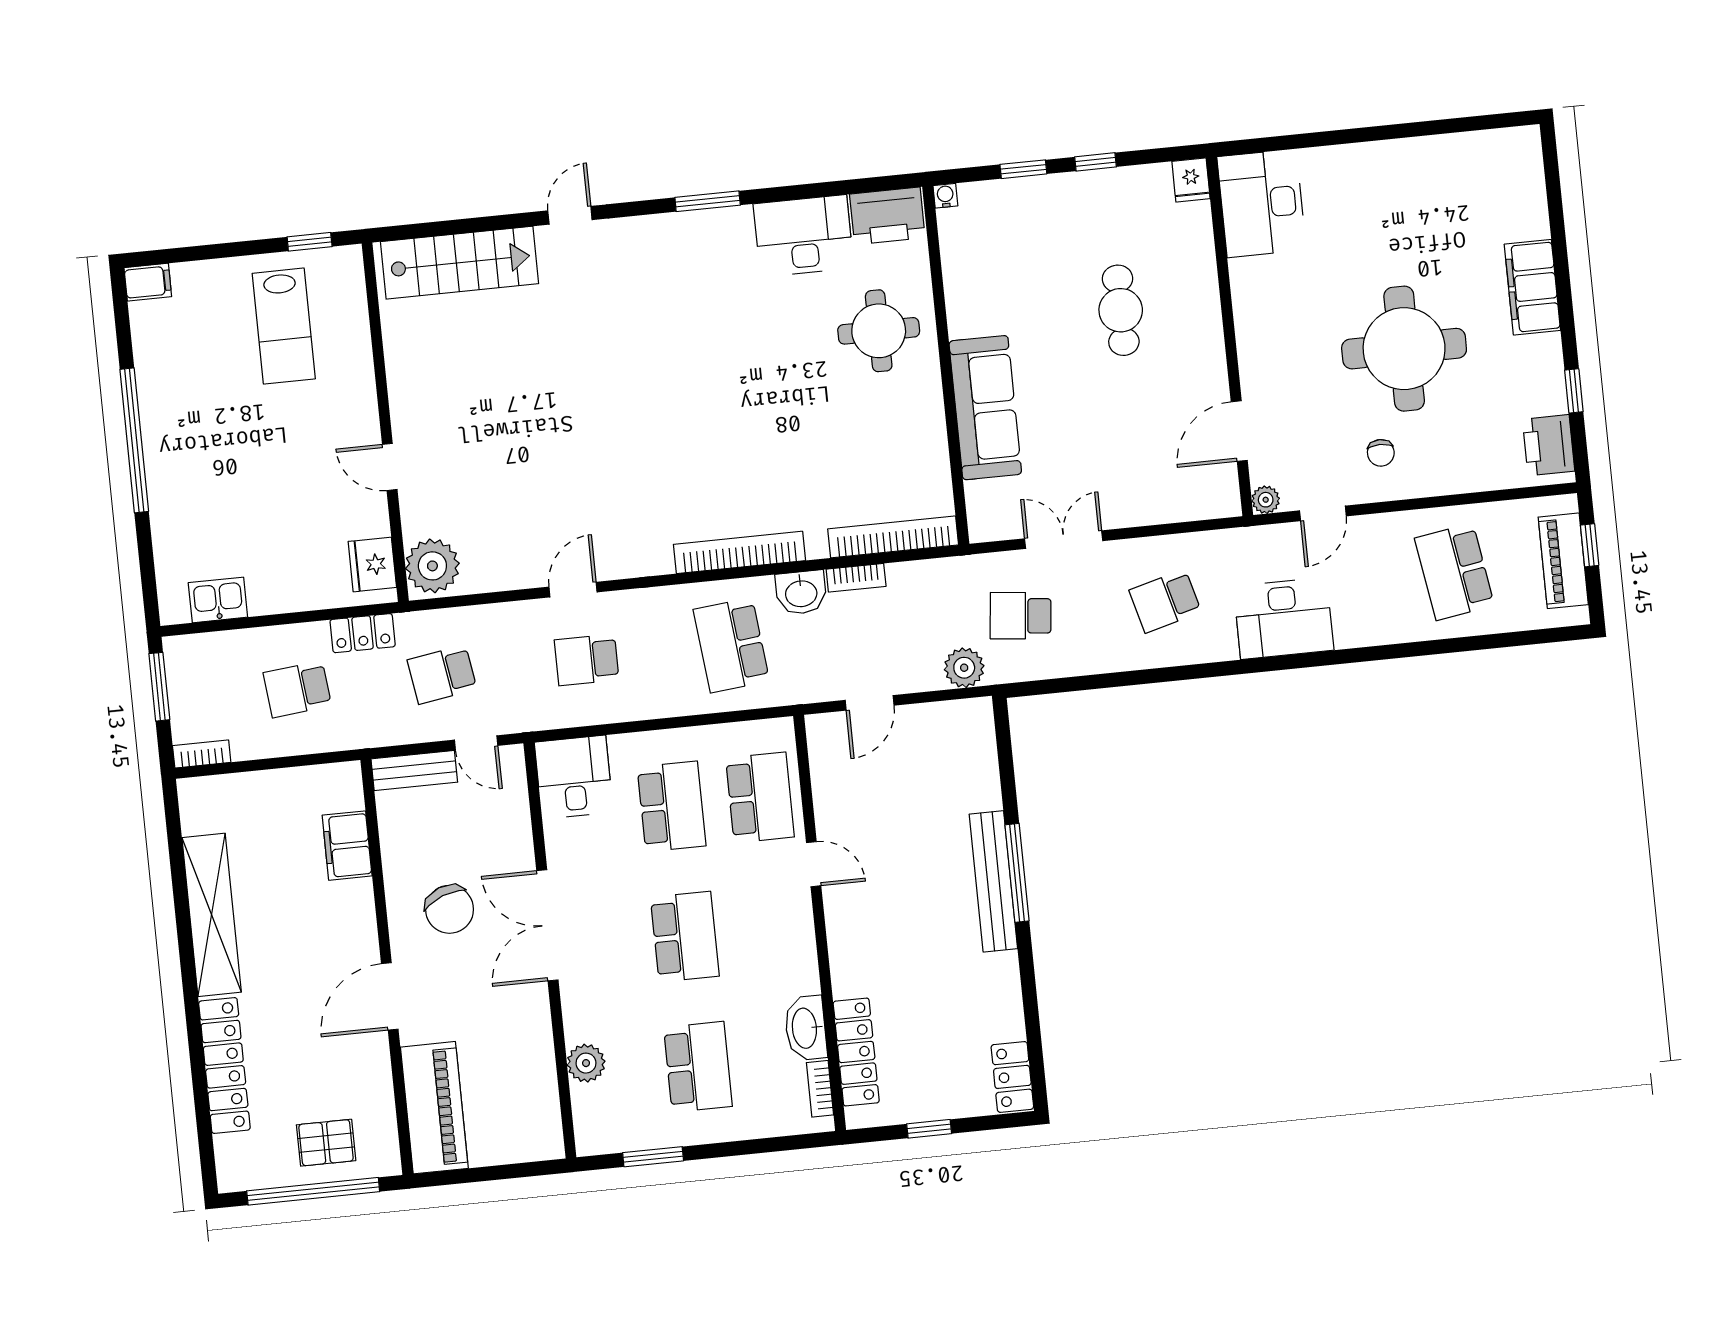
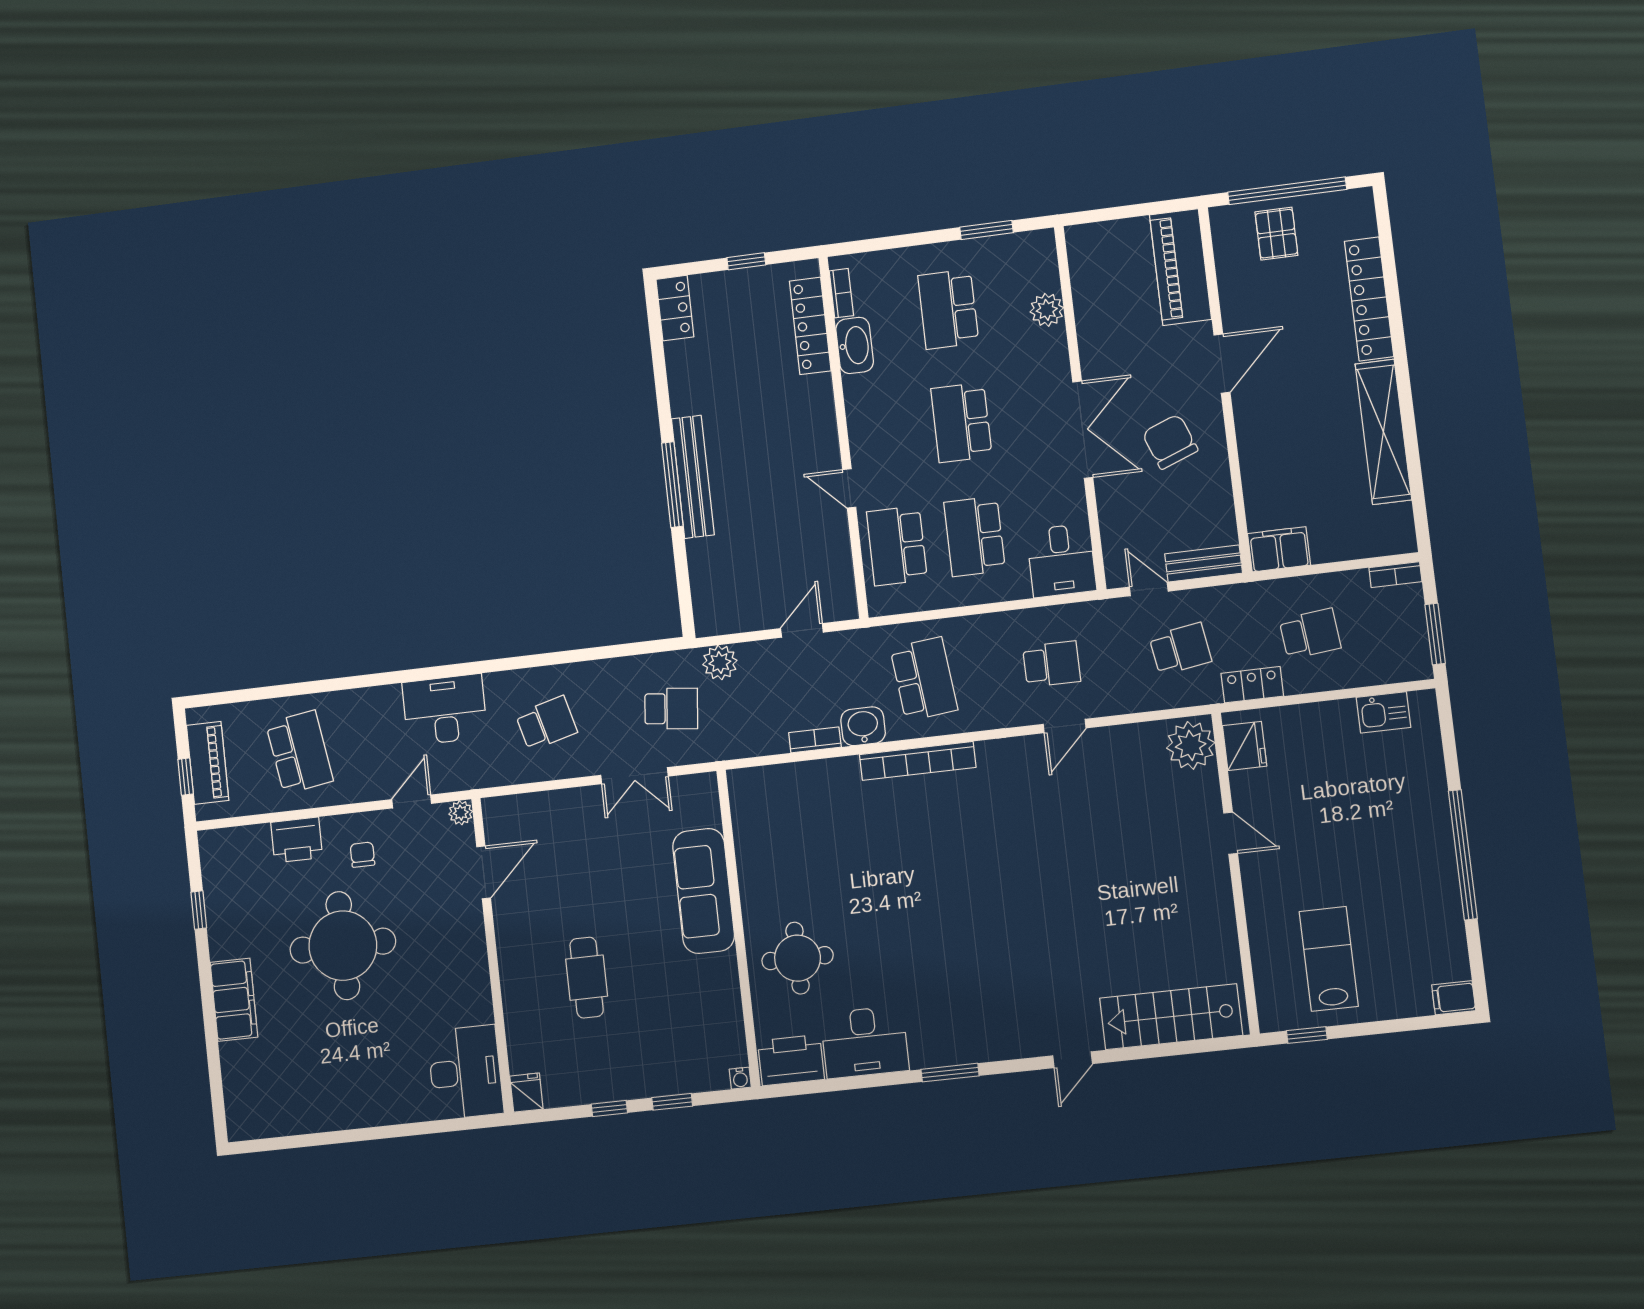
printer: (1549, 445) -> (297, 840), moved, turned 90
bookcase: (893, 537) -> (783, 776), removed
filing cabinet: (347, 846) -> (1279, 549), moved, turned -90
pallet: (326, 1143) -> (1276, 234), turned 90

